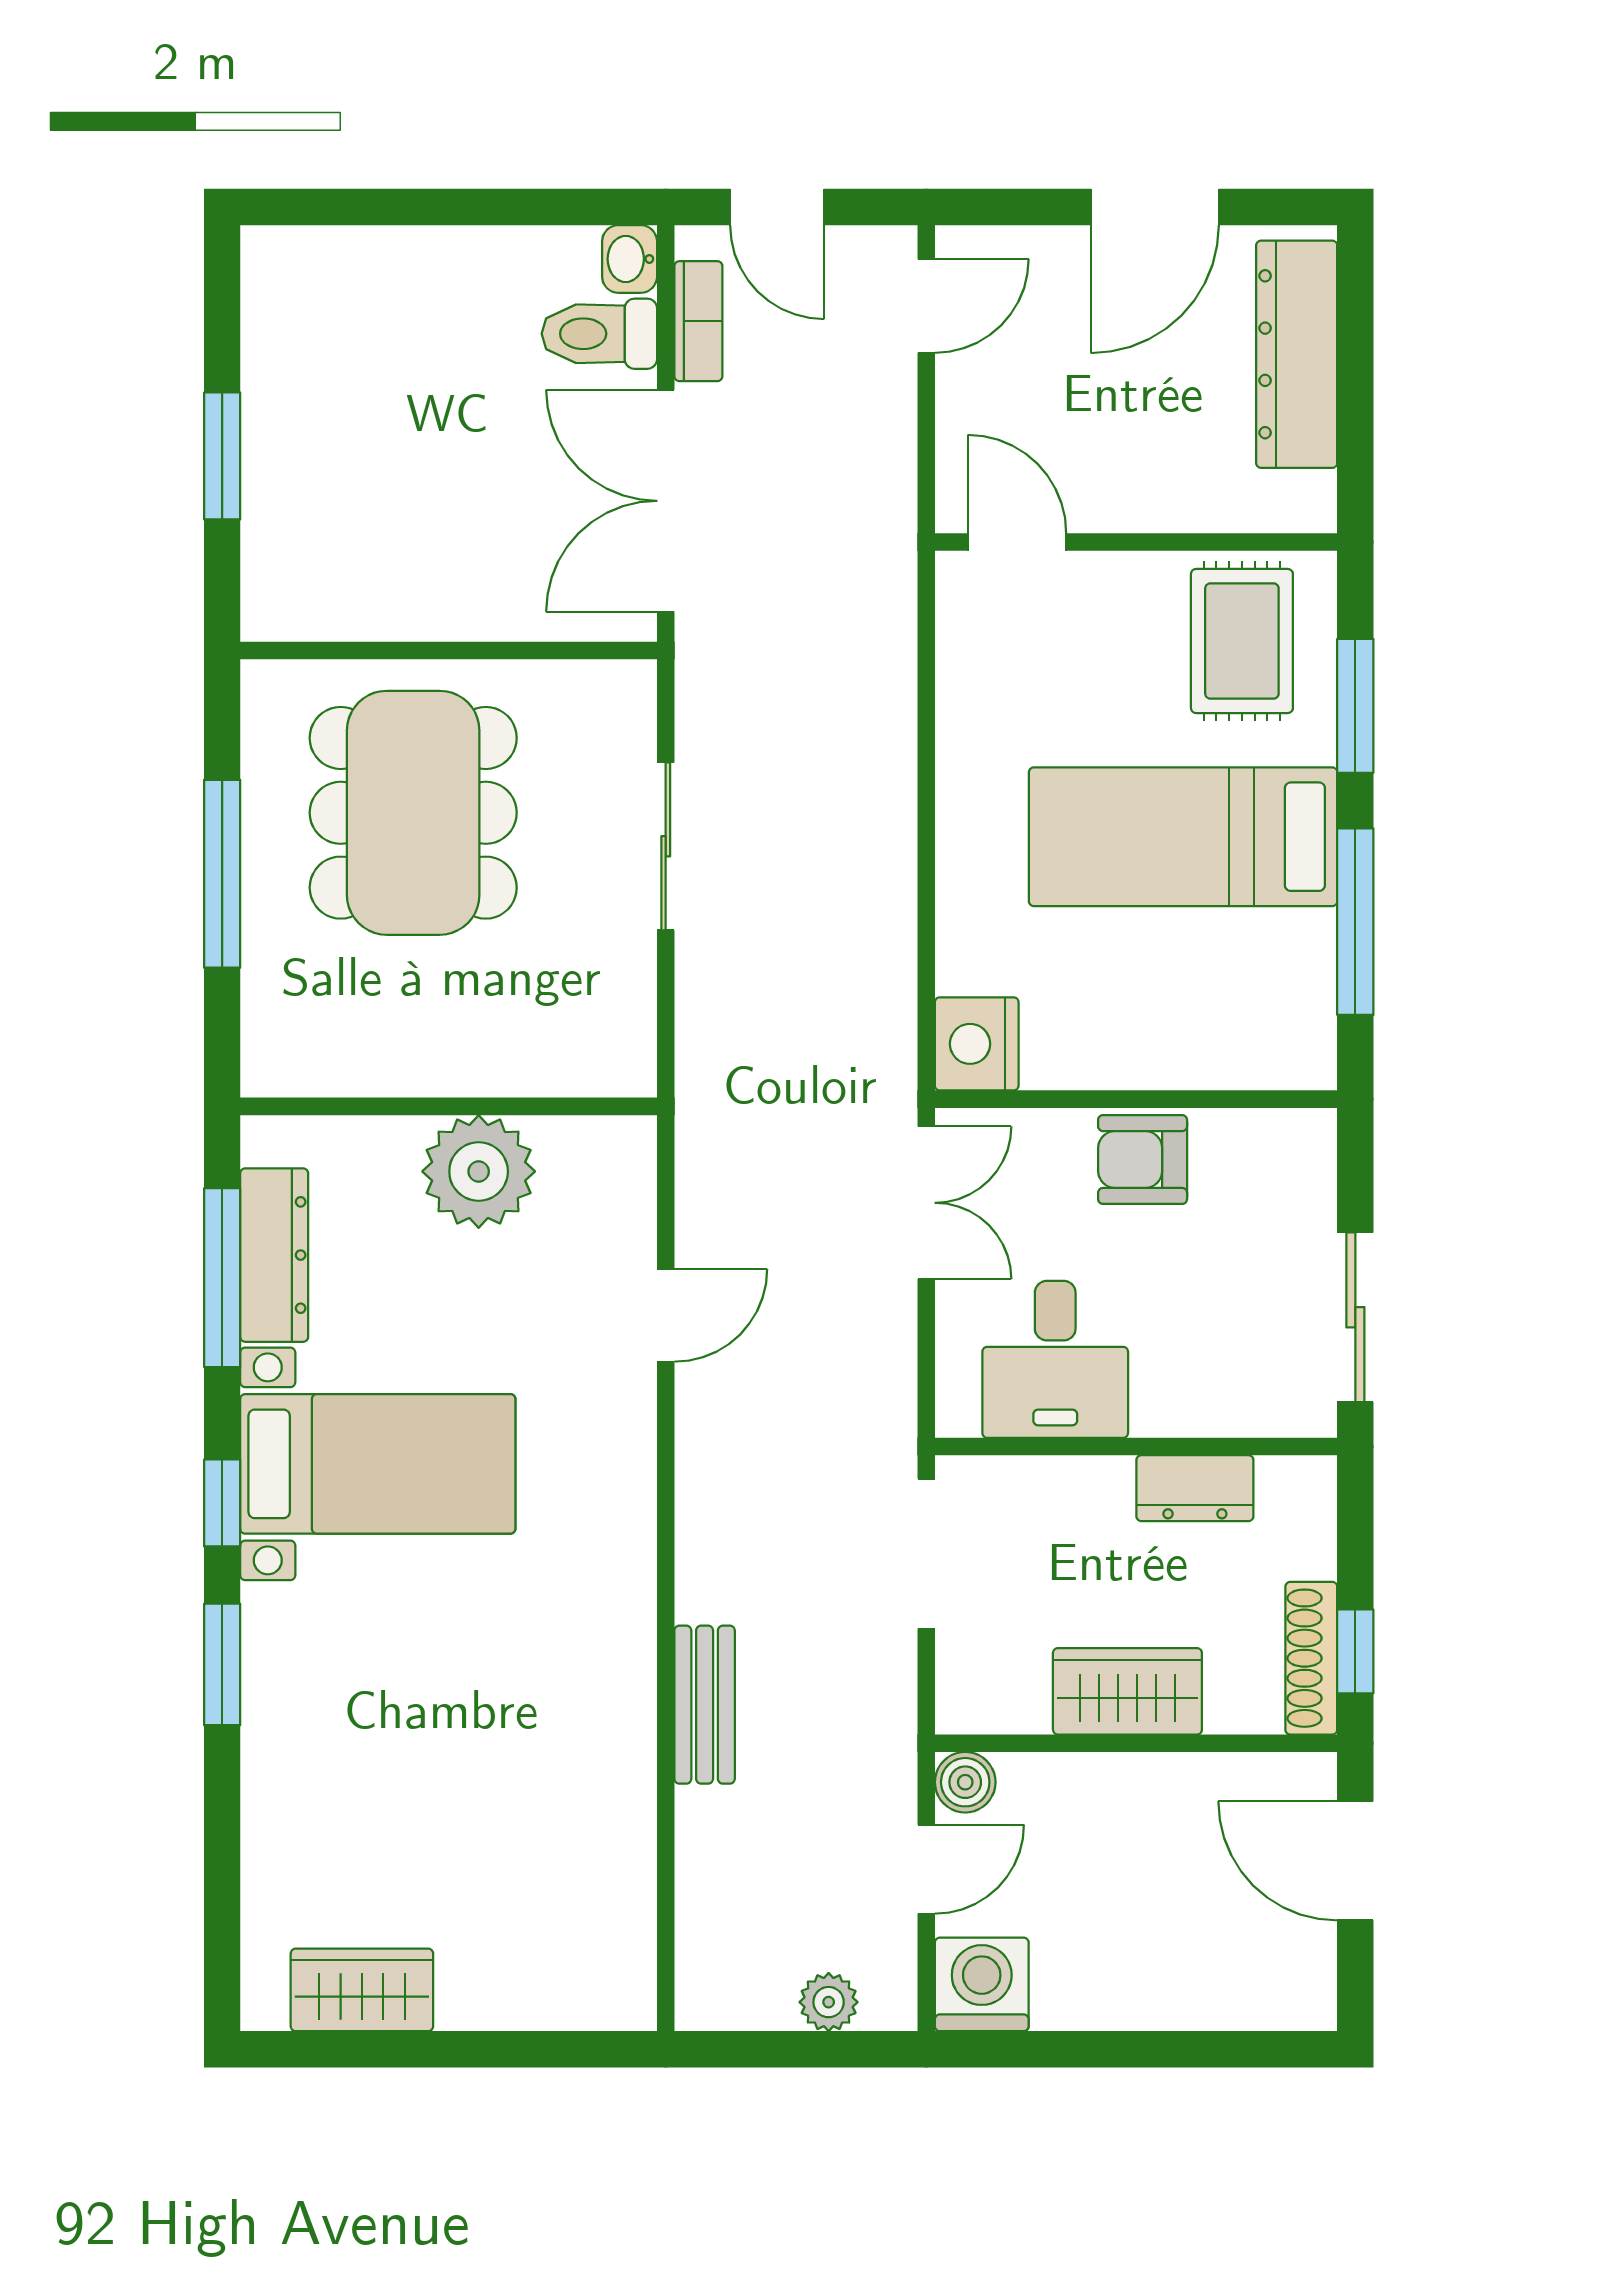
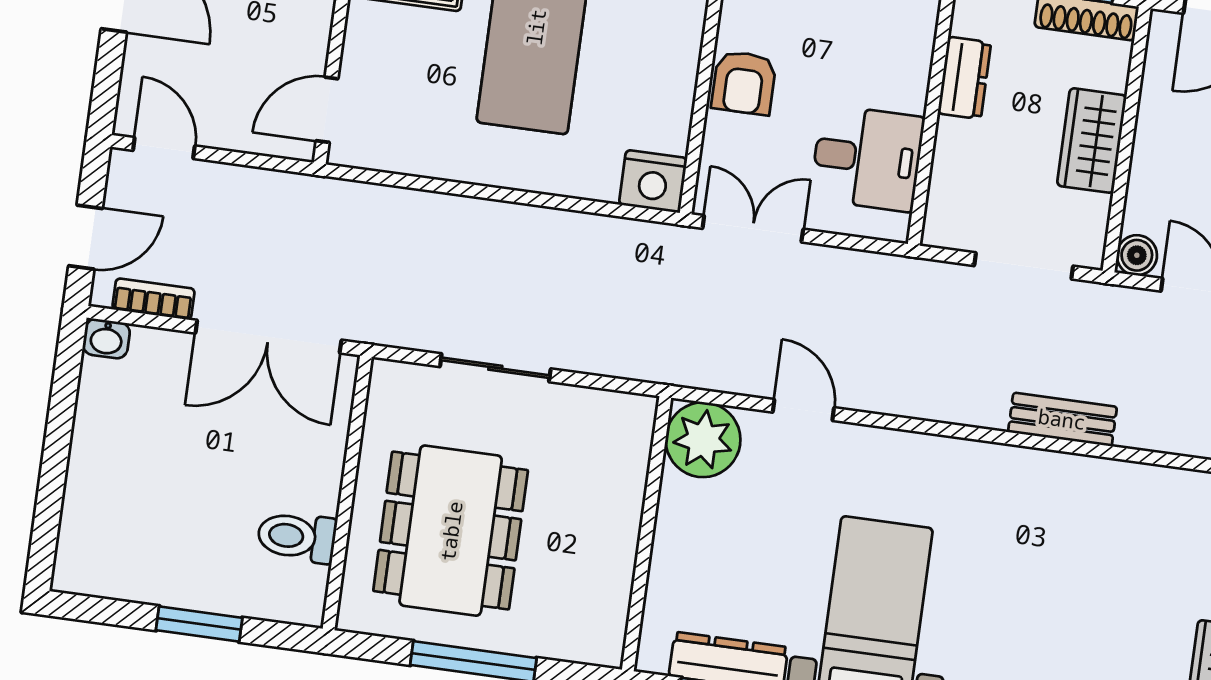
toilet: (599, 334) -> (297, 537), moved, turned 90
dining table: (413, 813) -> (451, 531), turned 90
plant: (479, 1171) -> (703, 440), moved
doorway: (926, 1554) -> (1024, 266), moved

